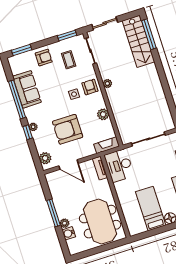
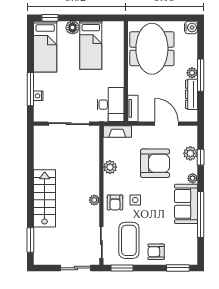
window: (149, 34) -> (30, 240), width x0.69
stairs: (138, 41) -> (45, 198), moved
coffee table: (69, 60) -> (129, 240), width x1.86, depth x1.72
sofa: (27, 89) -> (186, 204), moved
window: (28, 132) -> (201, 157), moved
plant: (45, 158) -> (190, 153), moved
dresser: (56, 195) -> (191, 94), added
plant: (65, 223) -> (192, 73), moved
water cooler: (69, 233) -> (191, 28), moved

